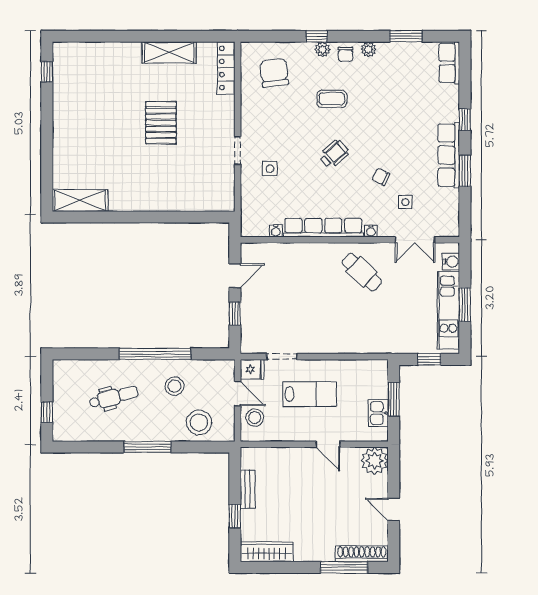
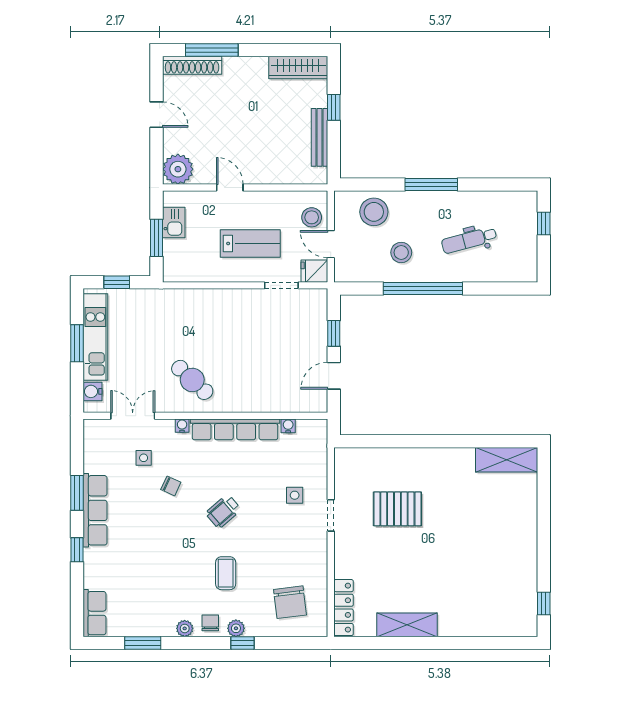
coffee table: (332, 99) -> (226, 573), turned 90
pallet: (161, 123) -> (397, 509), moved, turned 90
lab bench: (310, 394) -> (250, 243), turned 180
bench: (248, 489) -> (320, 137), width x1.36

